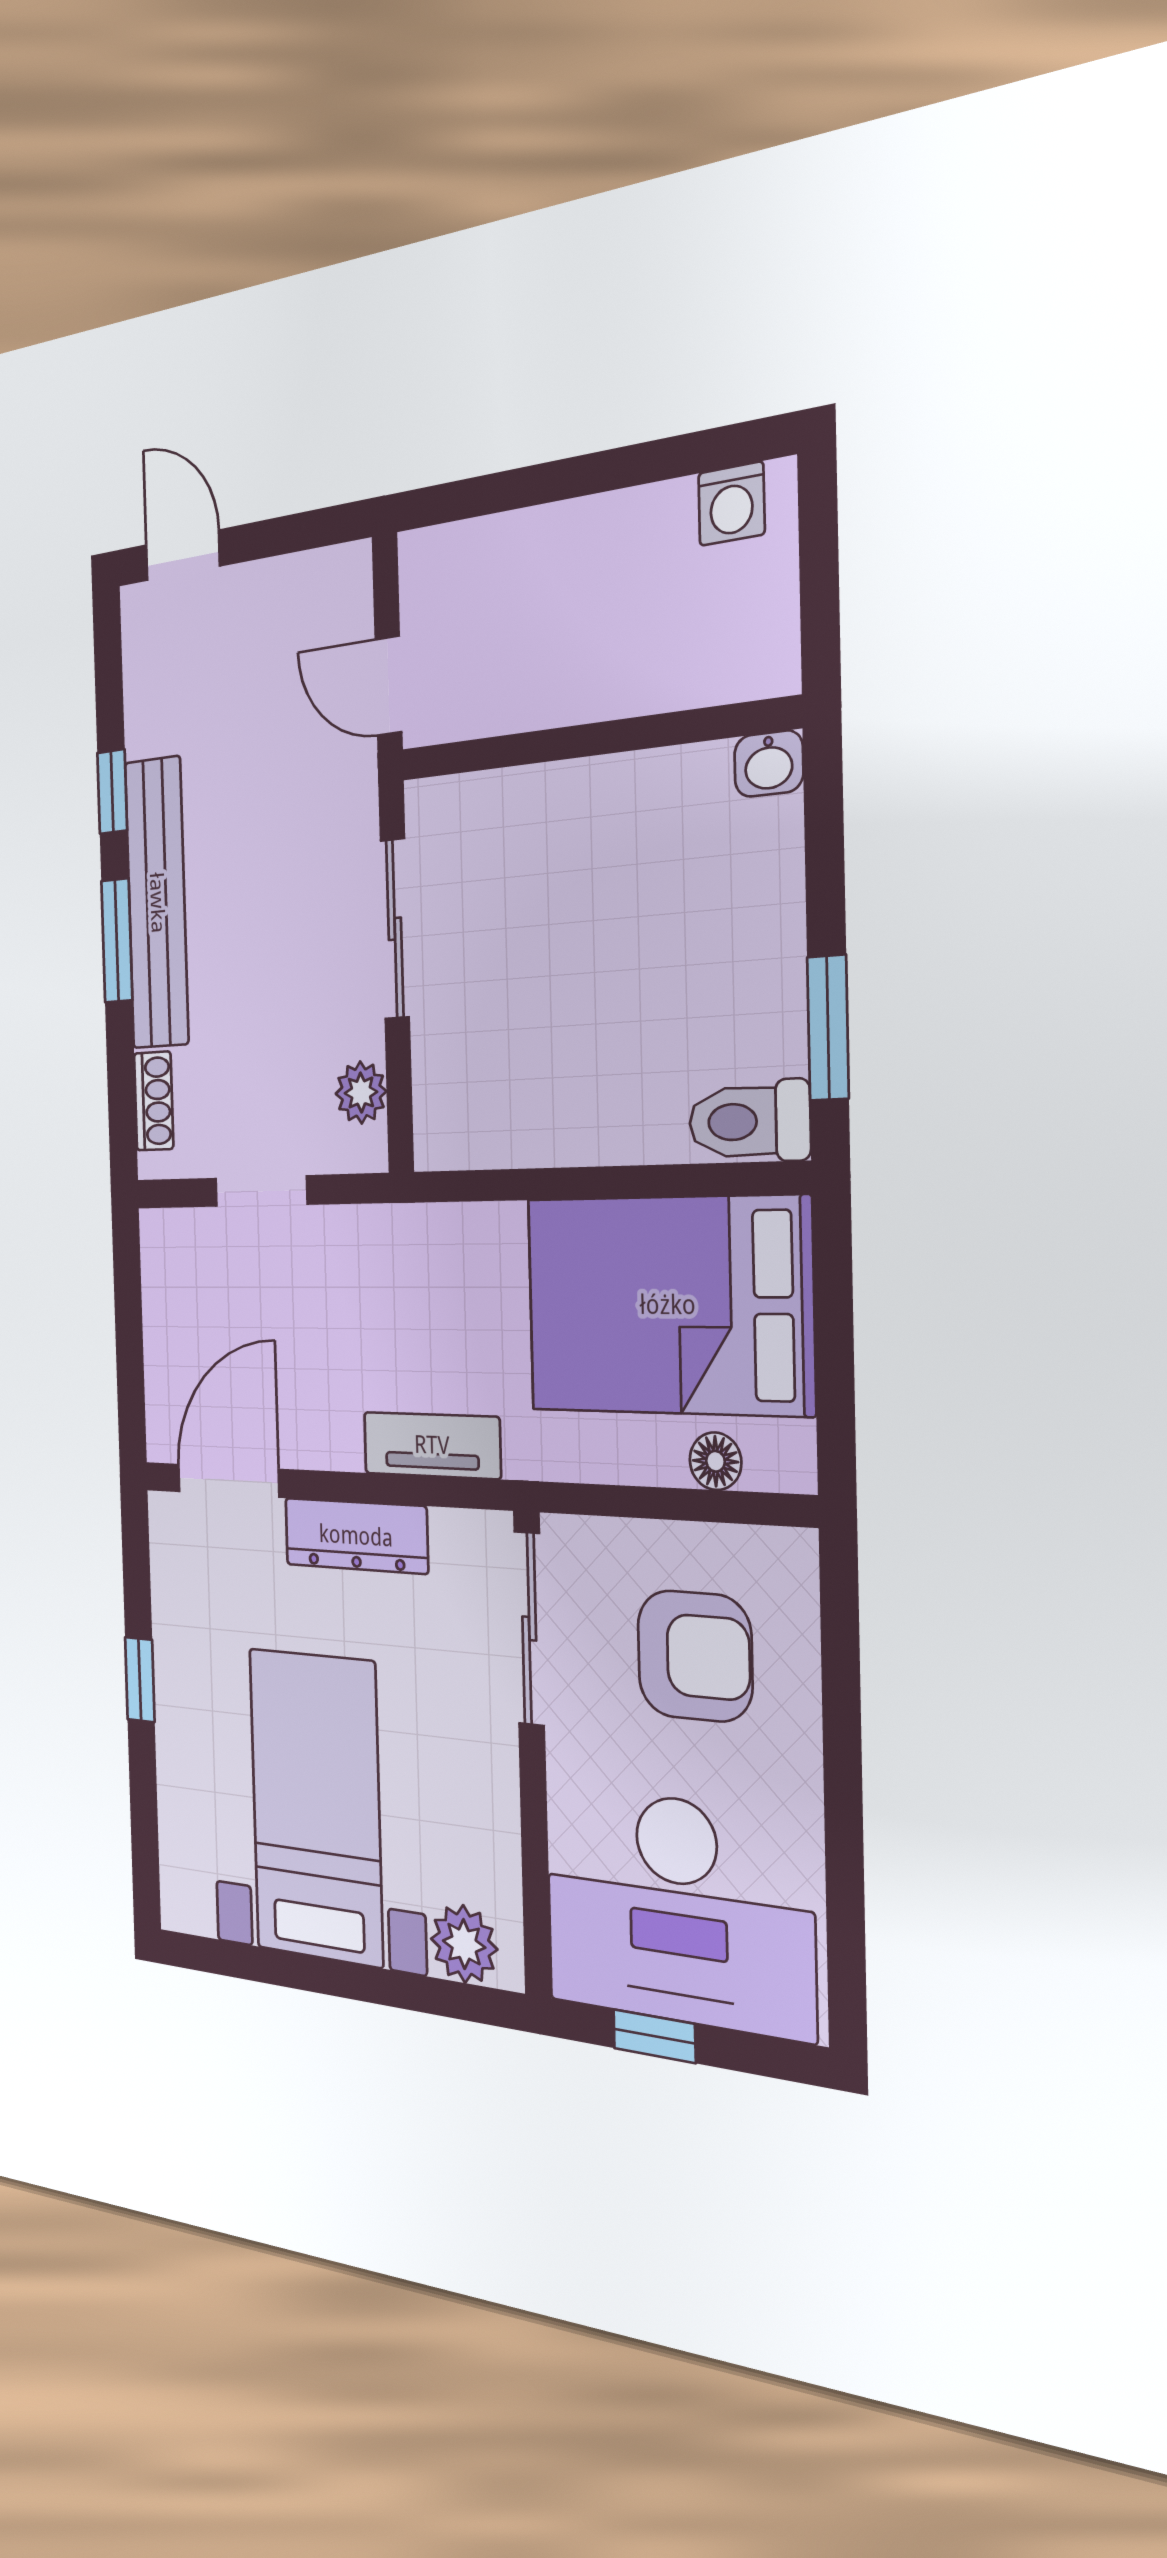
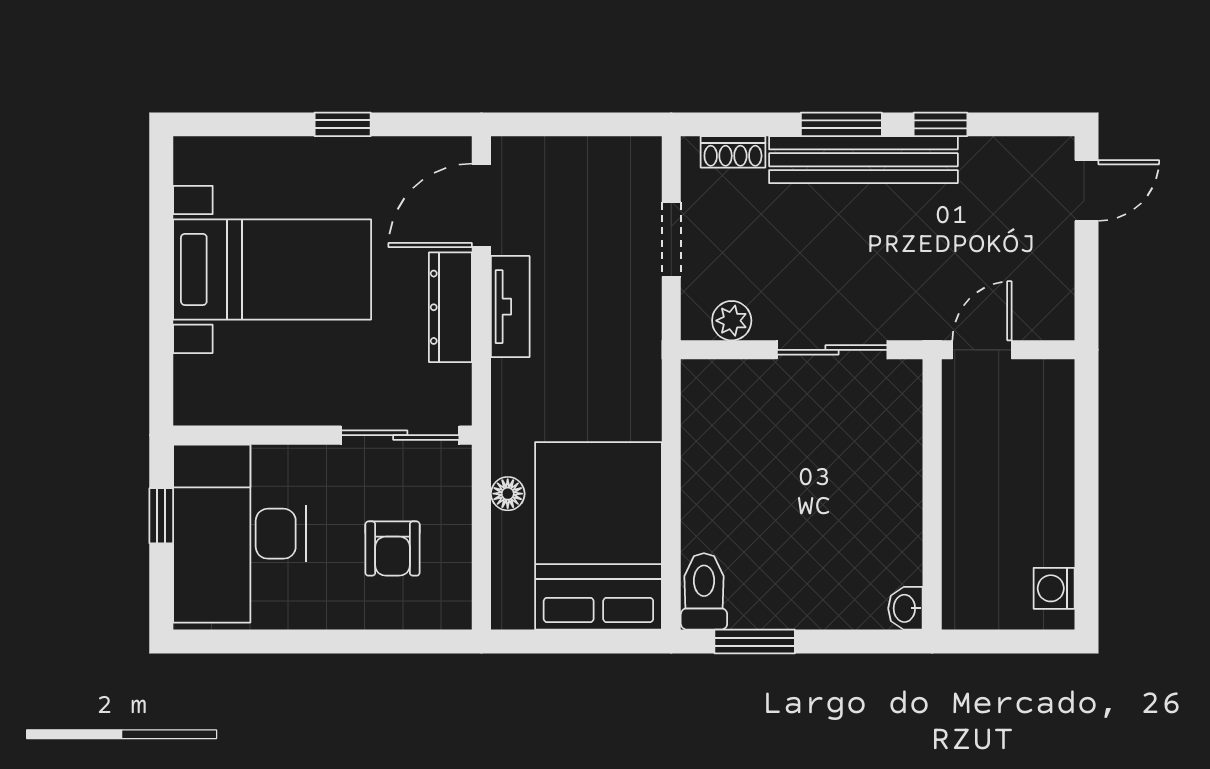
tv unit: (432, 1445) -> (510, 307), moved
floor lamp: (715, 1461) -> (508, 494), moved
door: (228, 1481) -> (481, 205), swing flipped
armchair: (695, 1656) -> (392, 549), width x0.72, depth x0.72
plant: (464, 1944) -> (198, 382), removed

